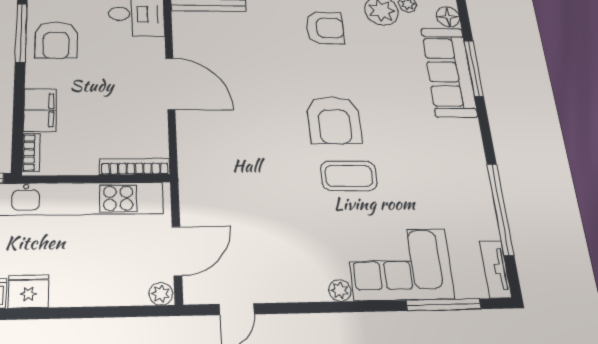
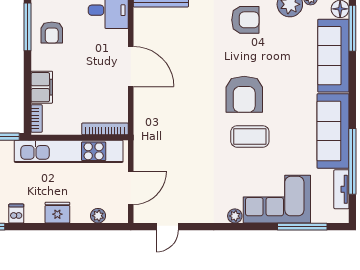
armchair: (56, 40) -> (52, 32), width x0.72, depth x0.72
window: (474, 68) -> (352, 28), moved
sofa: (465, 168) -> (333, 131), added
tv unit: (496, 269) -> (341, 189), moved
fridge: (28, 291) -> (57, 213), moved
plant: (161, 294) -> (98, 216), moved

